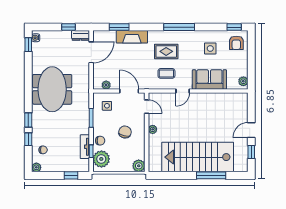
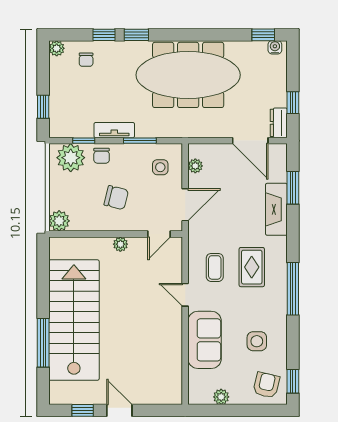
armchair: (236, 43) -> (266, 385), turned 103
plant: (243, 81) -> (221, 397), moved
meeting table: (52, 89) -> (188, 75), width x1.36
tv unit: (85, 147) -> (114, 130), moved

